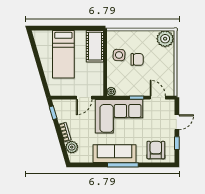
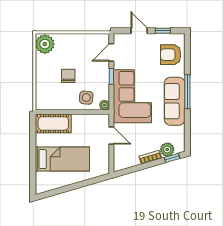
side table: (119, 55) -> (86, 98), moved
window: (53, 113) -> (172, 158), moved

